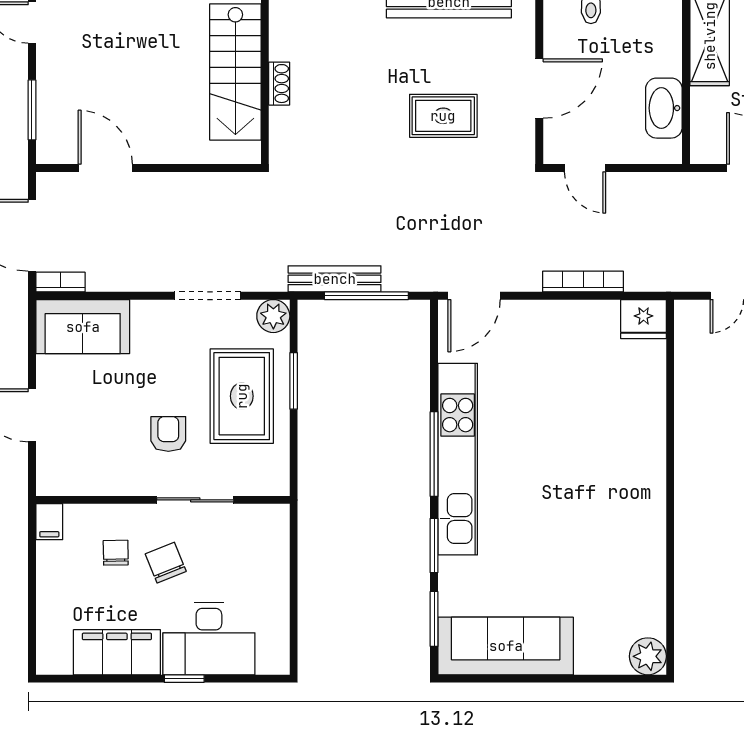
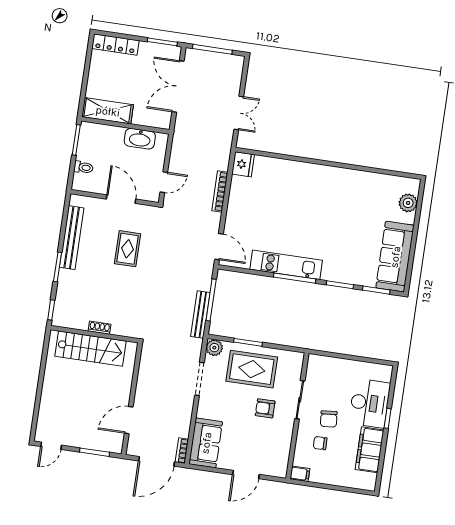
kitchen unit: (458, 459) -> (286, 265), width x0.73
chair: (166, 563) -> (329, 419), turned -73
plant: (648, 656) -> (408, 203), moved

